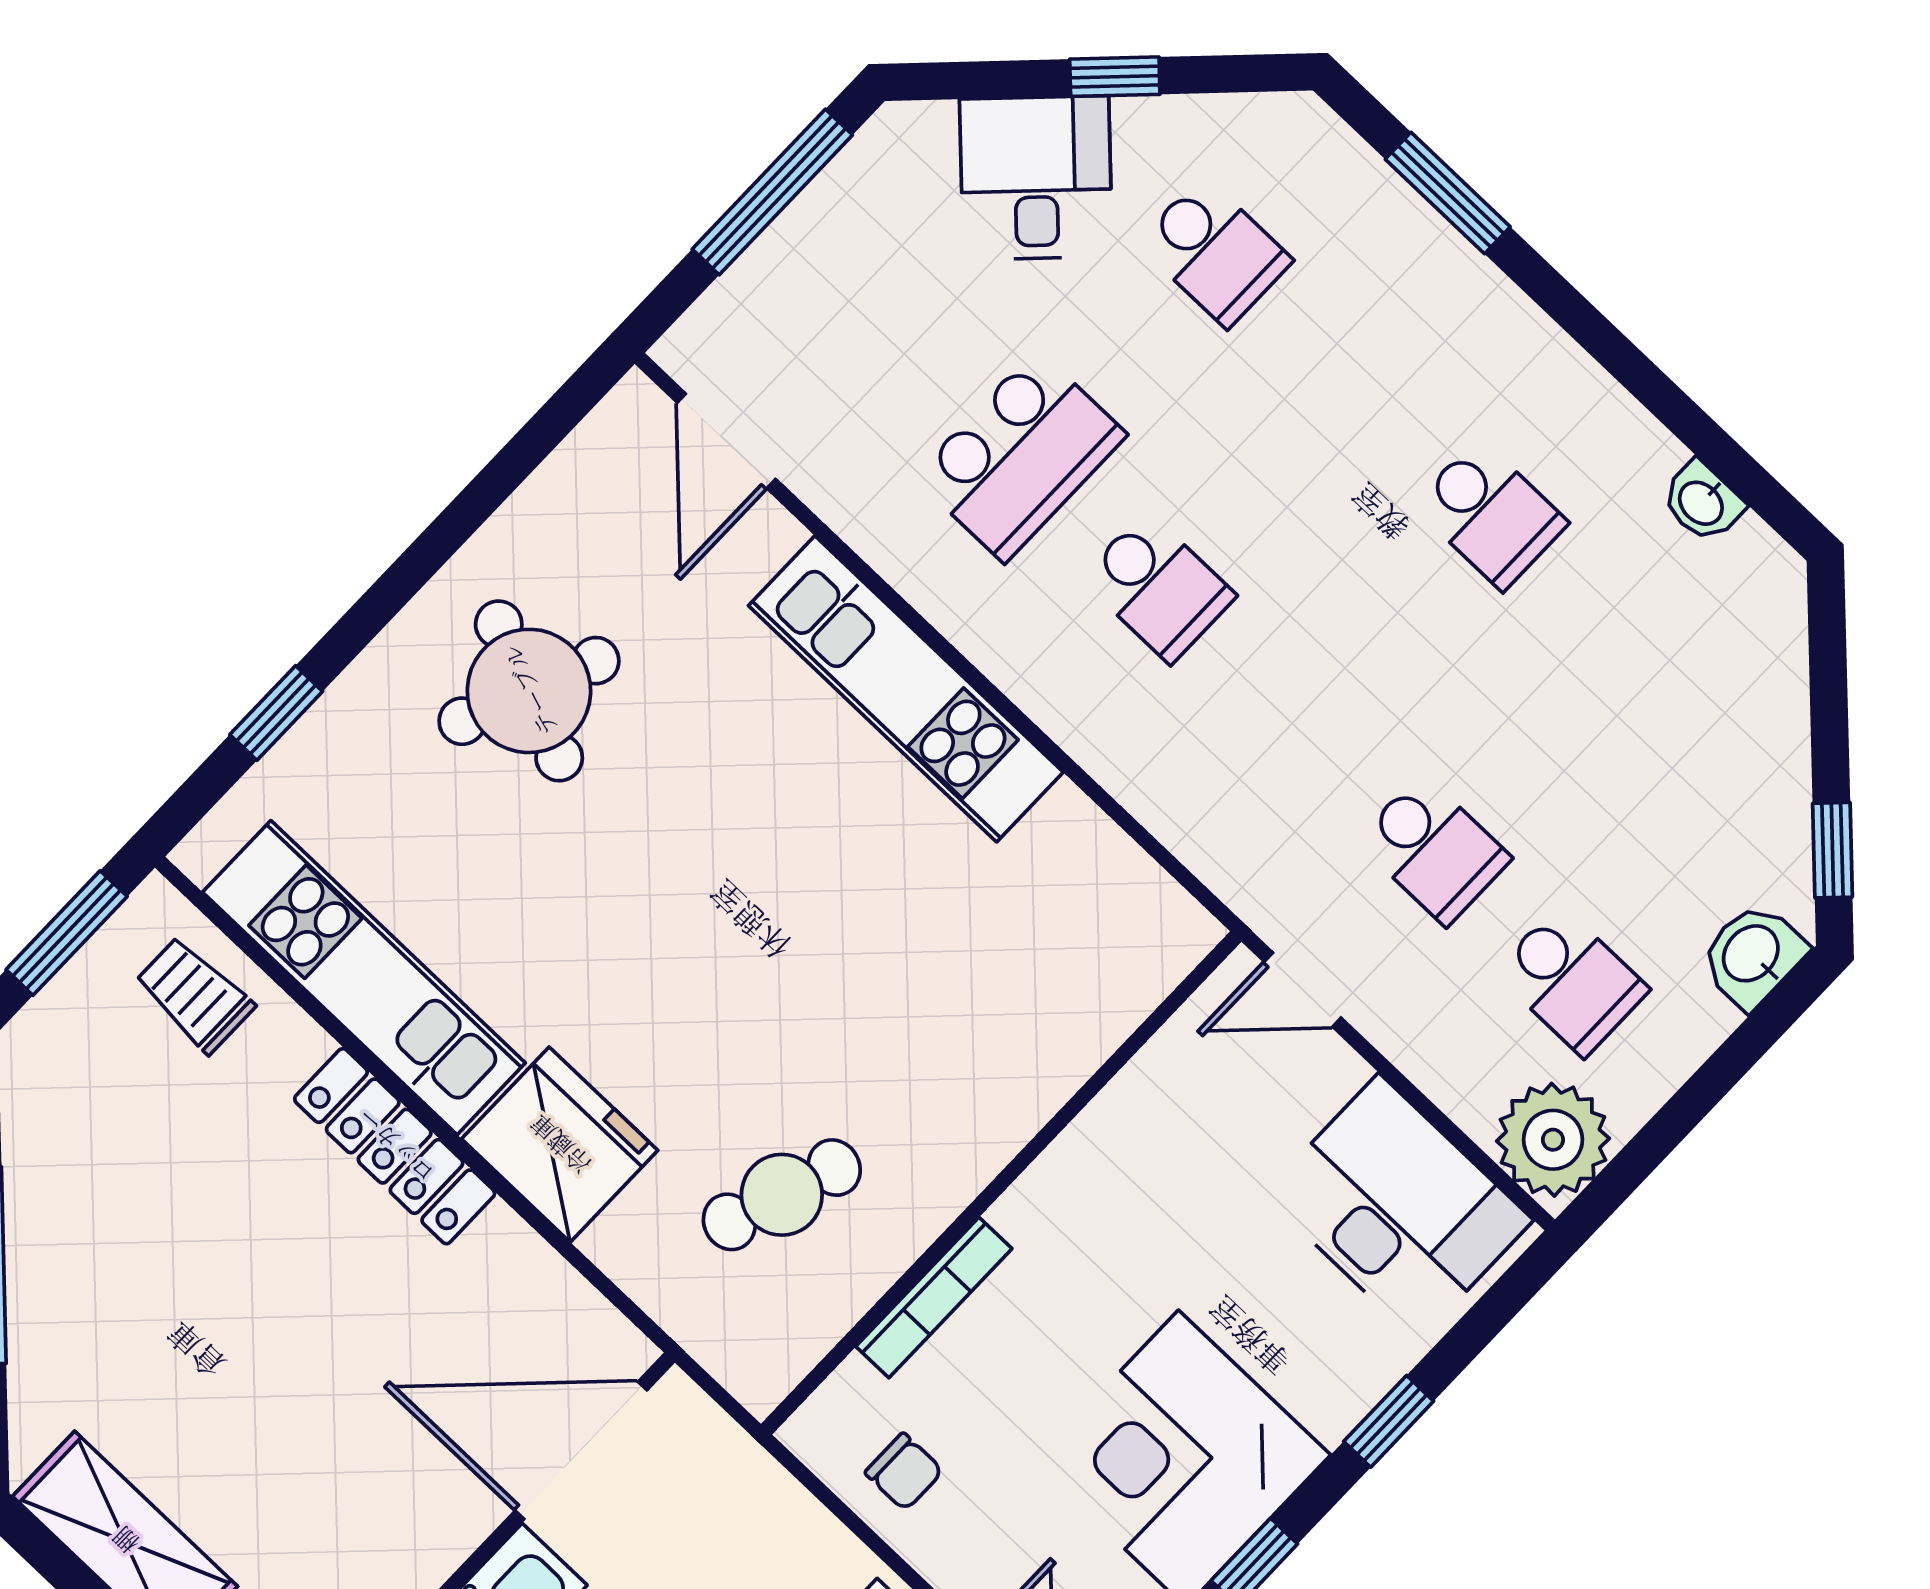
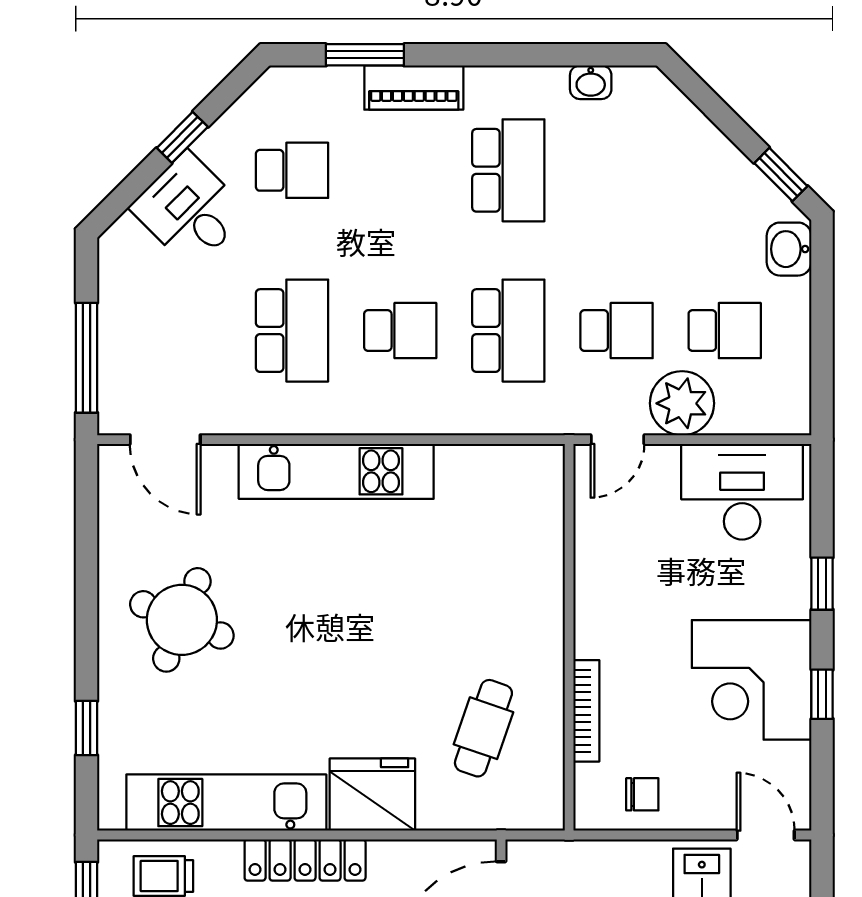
window: (772, 192) -> (86, 358), moved
piano: (1470, 294) -> (414, 88), added
school desk: (1490, 514) -> (508, 170), width x1.85
school desk: (1296, 718) -> (508, 331), added
plant: (1553, 1140) -> (682, 403), moved

